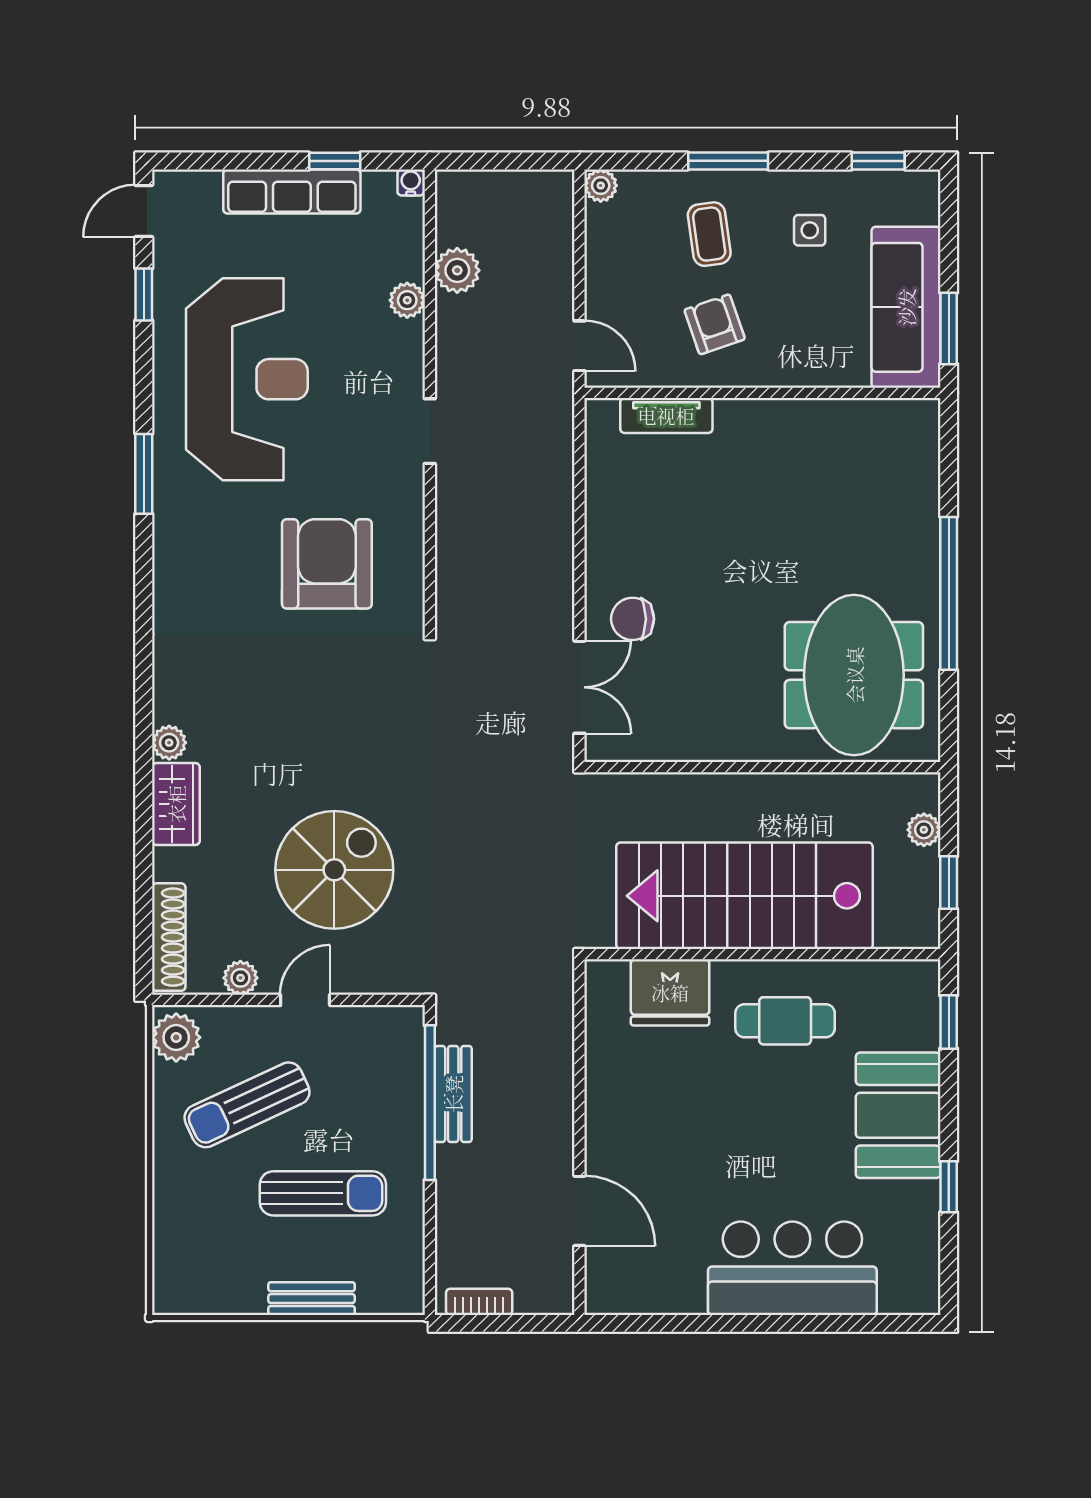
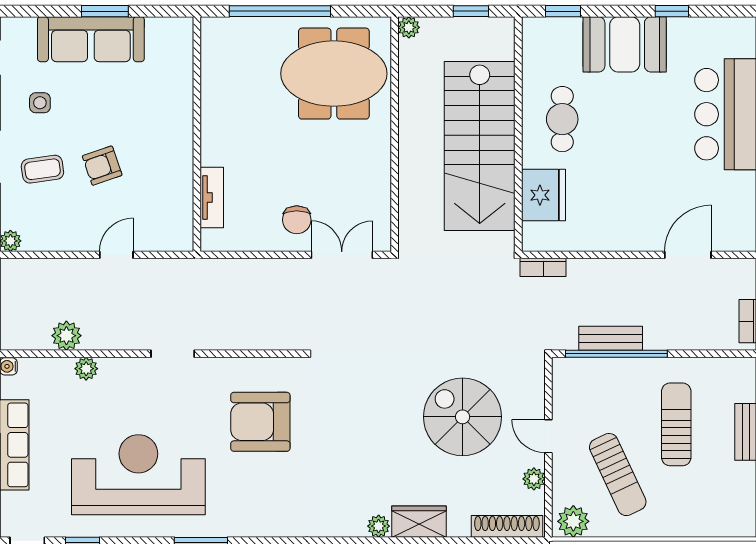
wall: (762, 393) -> (197, 134), moved
tv unit: (666, 415) -> (212, 197), moved
plant: (924, 830) -> (409, 27), moved
bookcase: (561, 992) -> (543, 267), added

